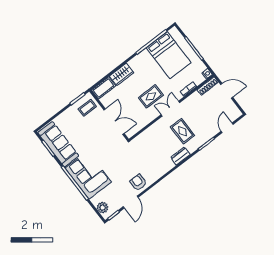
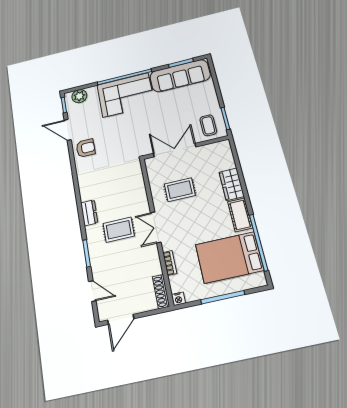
cot: (103, 88) -> (240, 215), moved
door: (227, 91) -> (121, 319), moved
rug: (151, 96) -> (180, 190), moved, turned 90
double door: (170, 109) -> (156, 227), swing flipped
double door: (114, 122) -> (175, 150), swing flipped

